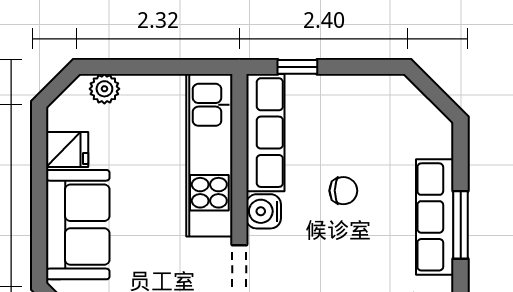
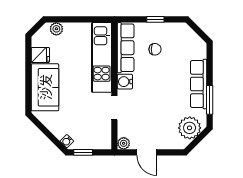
window: (297, 67) -> (155, 19), moved
chair: (343, 191) -> (155, 49), moved
window: (461, 225) -> (210, 100), moved

